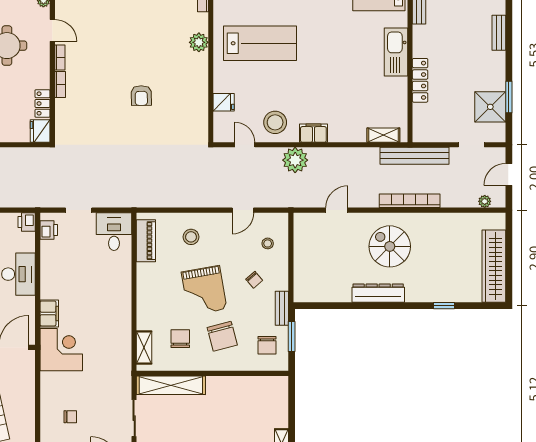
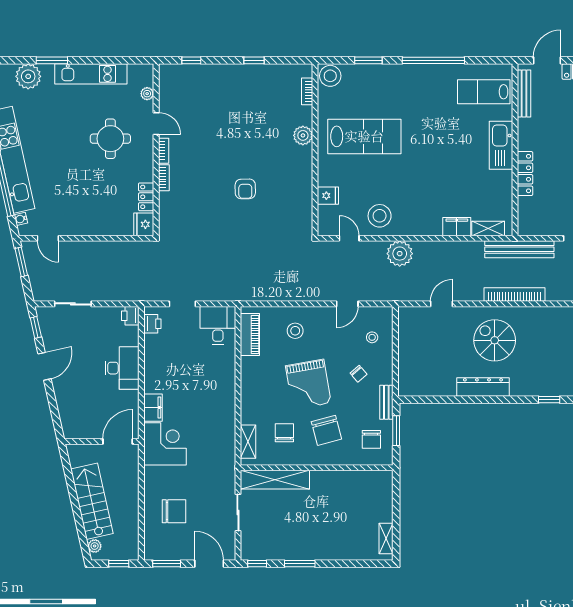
filing cabinet: (313, 133) -> (457, 227), moved
chair: (70, 417) -> (174, 511), width x1.87, depth x1.87

